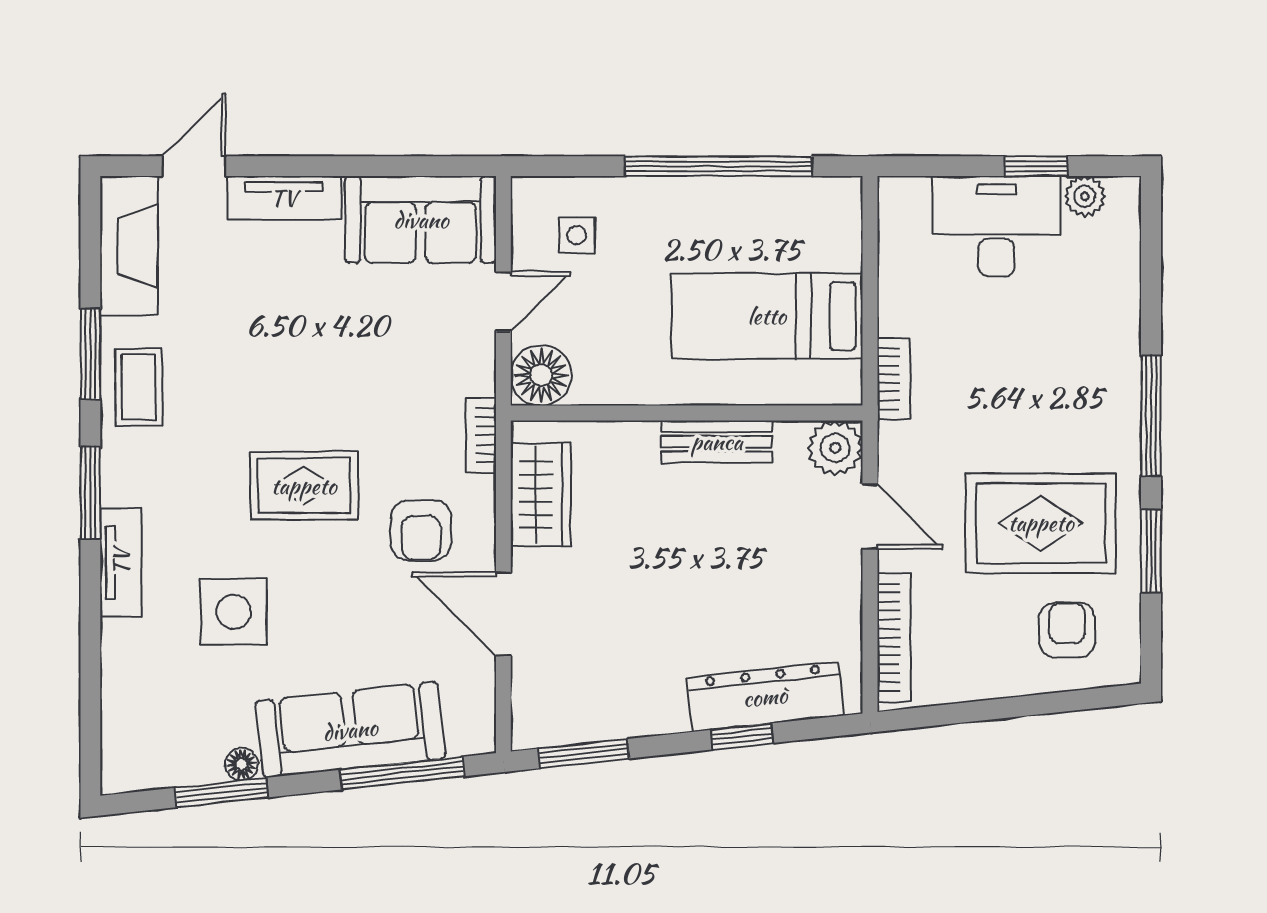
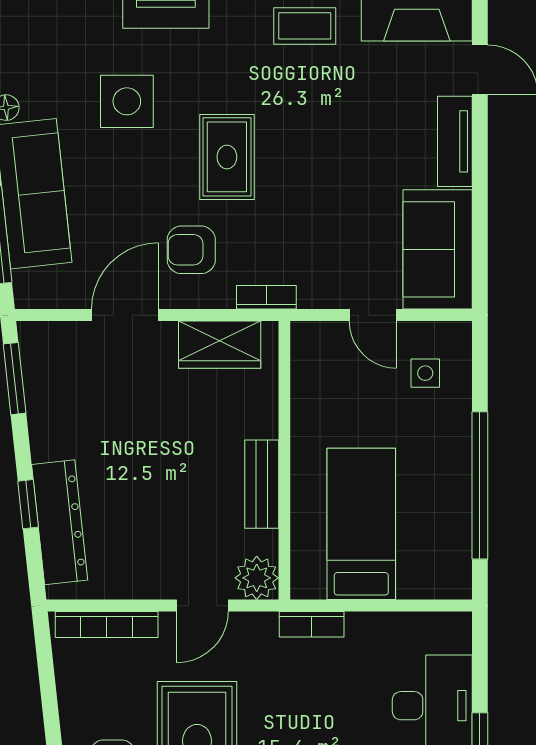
floor lamp: (541, 375) -> (314, 345), removed

